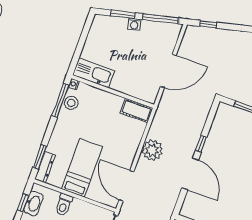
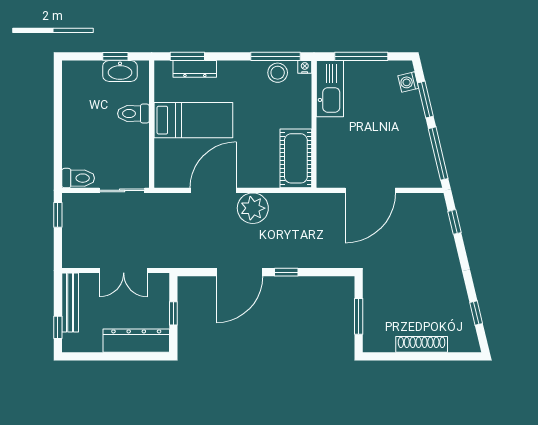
washing machine: (134, 24) -> (408, 82), moved
window: (80, 45) -> (361, 56), added
door: (168, 71) -> (370, 190), hinge flipped
cot: (136, 110) -> (296, 158), width x1.37, depth x1.34
dresser: (45, 167) -> (195, 69), moved
door: (126, 186) -> (213, 190), moved

